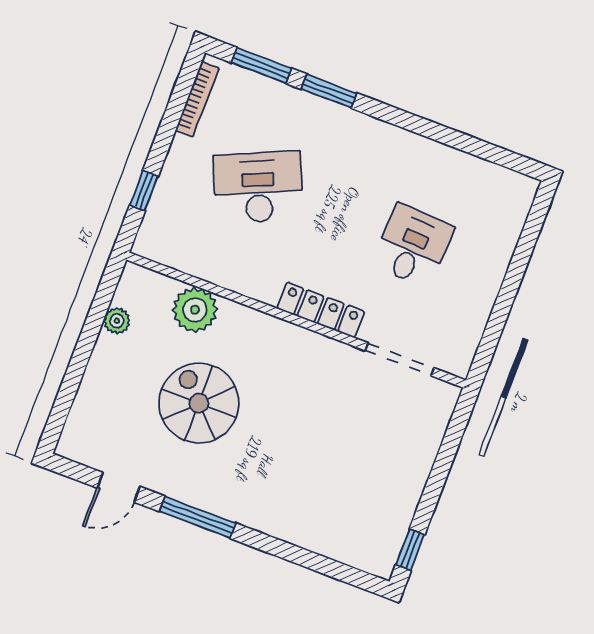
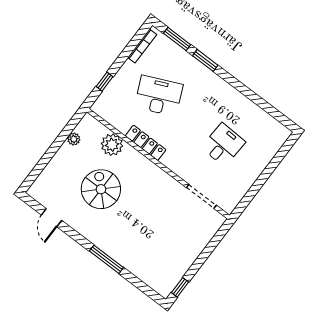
locker: (321, 310) -> (146, 143), moved
door: (119, 487) -> (52, 218), hinge flipped
window: (197, 517) -> (106, 259), moved

